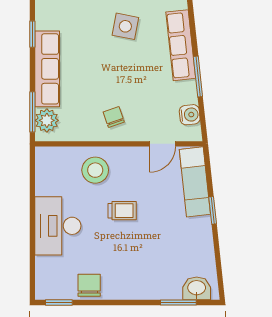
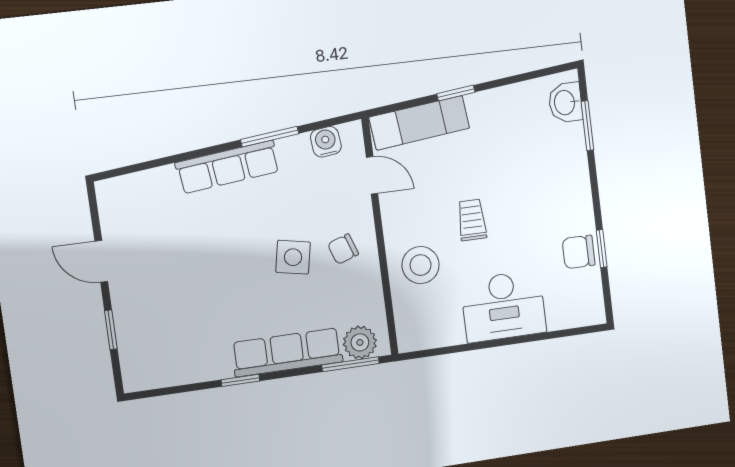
side table: (125, 26) -> (293, 257), moved
window: (59, 302) -> (602, 249), moved

